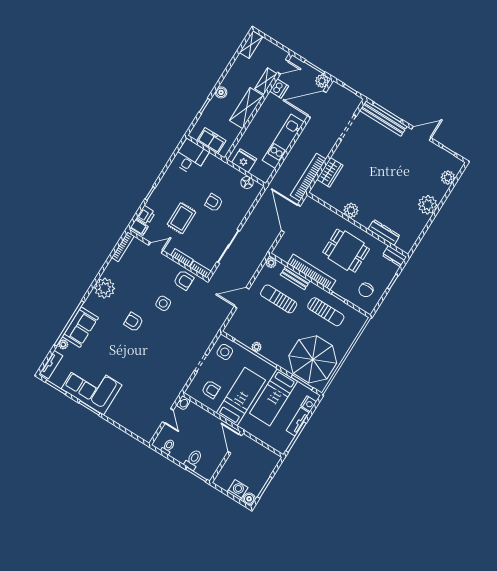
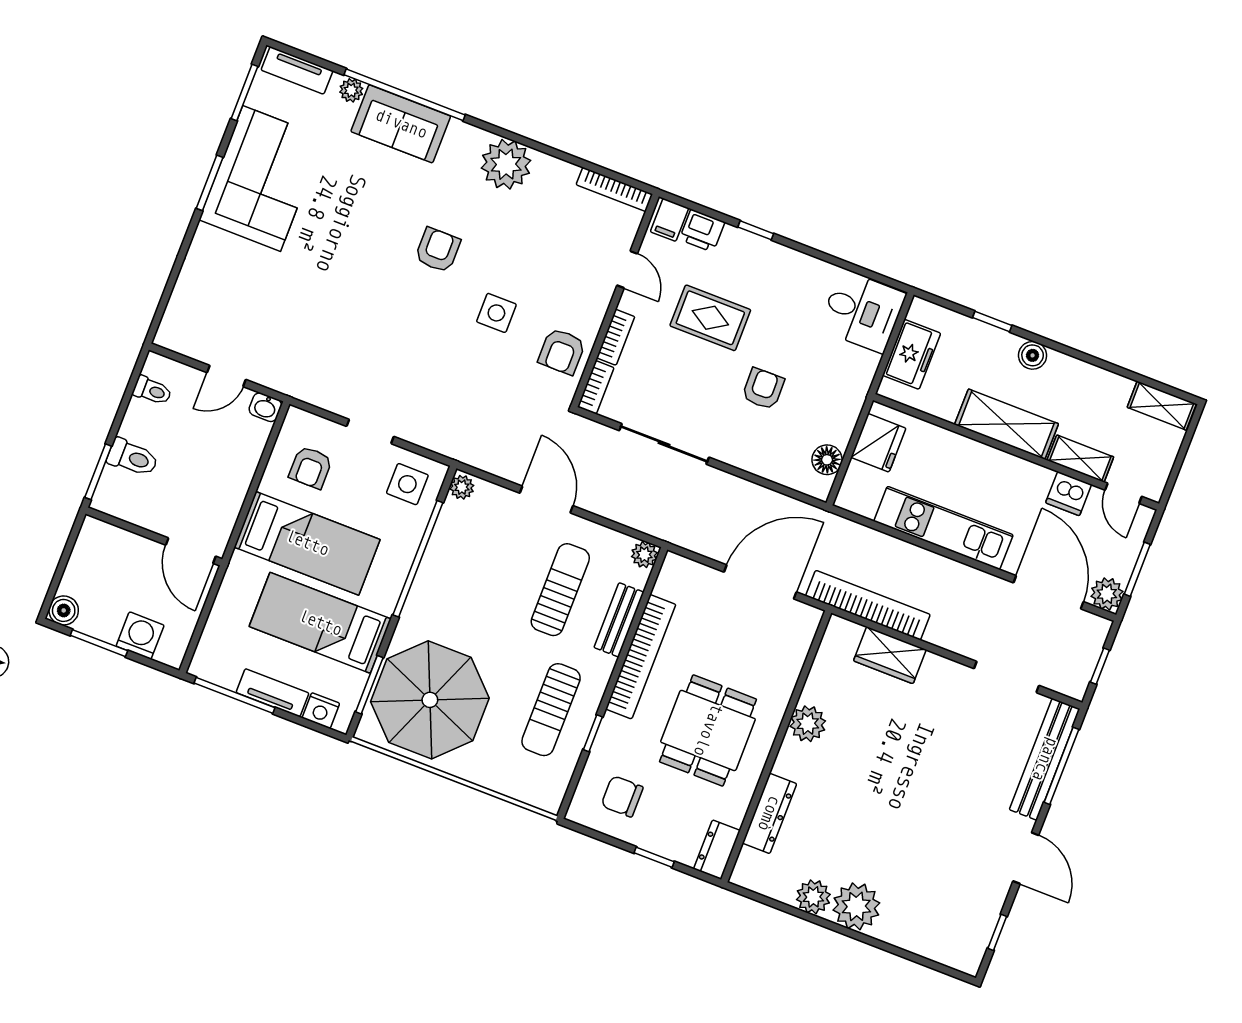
plant: (448, 178) -> (813, 897), moved
plant: (257, 347) -> (462, 487), moved
door: (235, 444) -> (191, 551), swing flipped
washing machine: (238, 490) -> (140, 636), moved, turned -90

